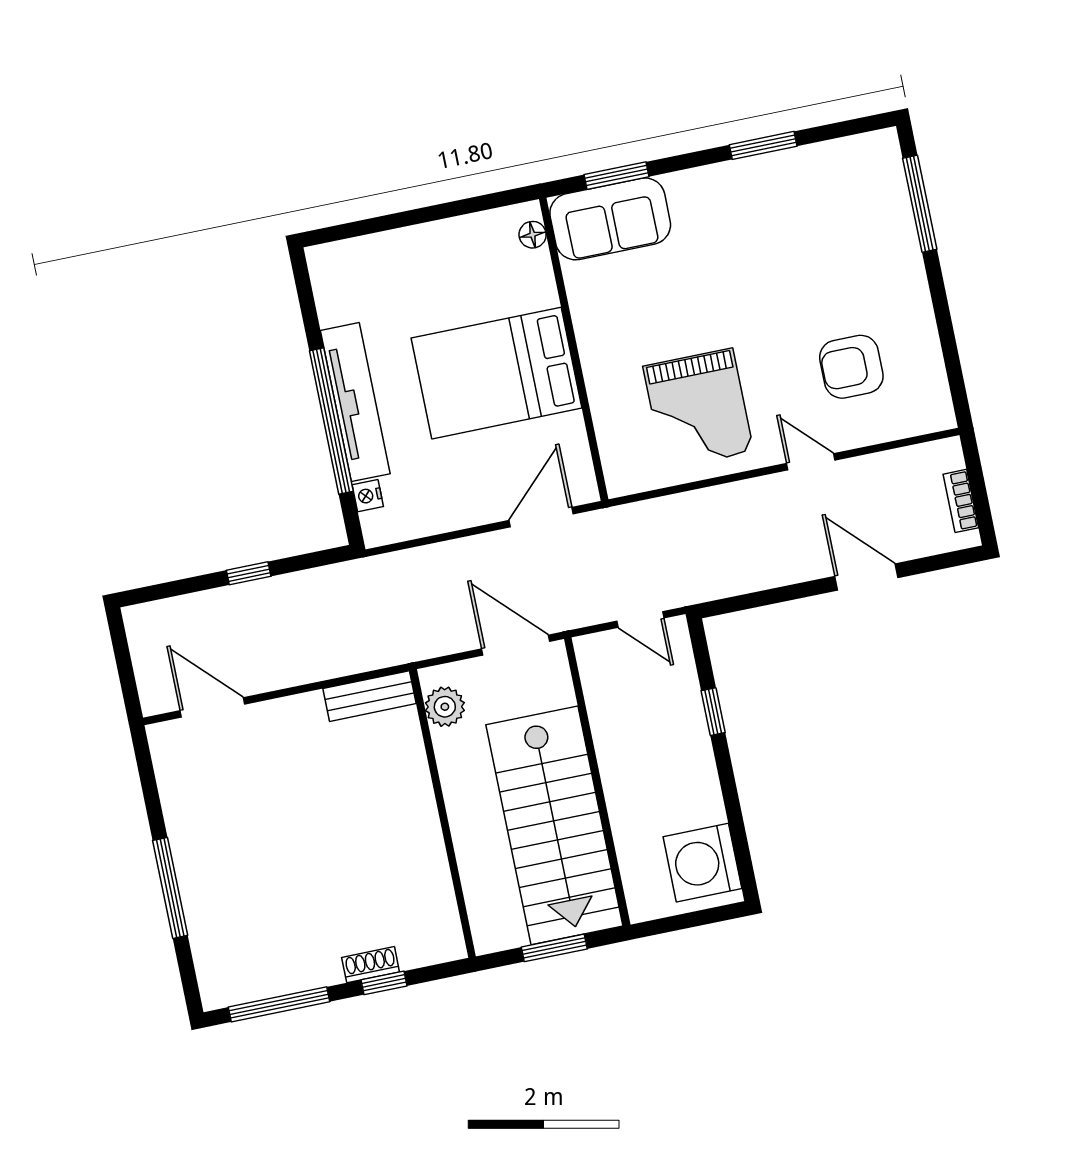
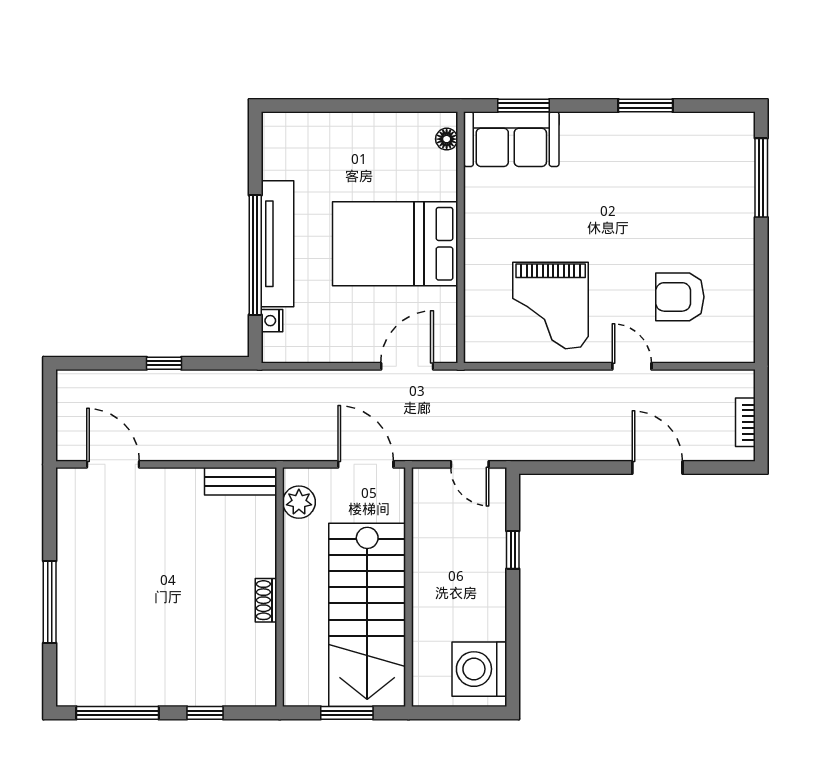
shoe rack: (371, 965) -> (266, 600), moved, turned -90

